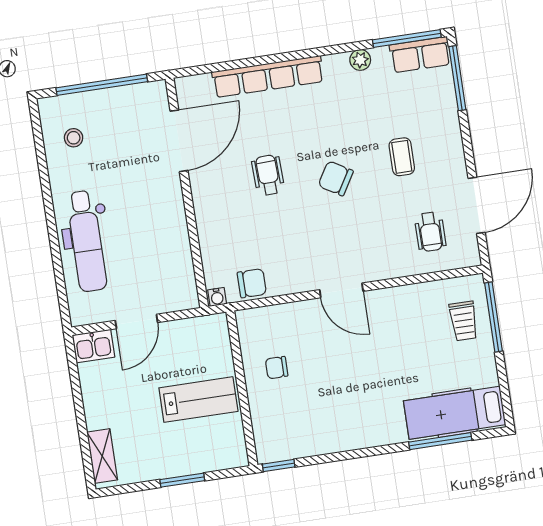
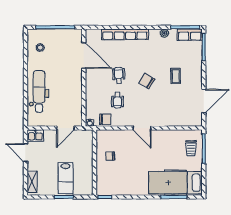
door: (179, 141) -> (84, 55), hinge flipped
wheelchair: (430, 232) -> (117, 100), moved
dental chair: (87, 241) -> (39, 91), turned 180
door: (136, 321) -> (65, 128), moved
door: (77, 390) -> (25, 153), added
lab bench: (198, 400) -> (66, 178), moved, turned 90
hospital bed: (455, 413) -> (175, 183), width x1.37, depth x1.29

